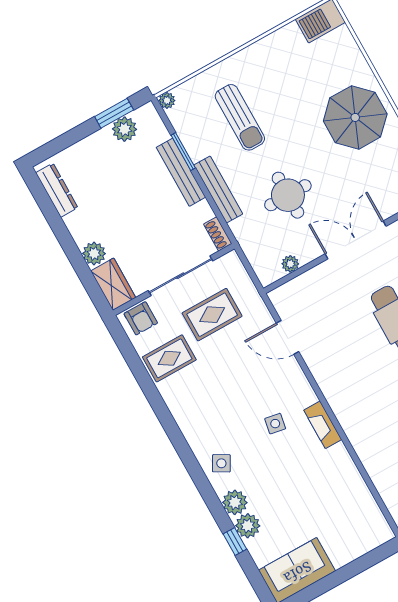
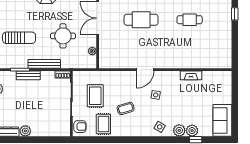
bench: (181, 172) -> (28, 75), width x0.73
plant: (94, 253) -> (25, 131), moved
wardrobe: (113, 284) -> (59, 130), removed
door: (287, 337) -> (145, 70), moved
coffee table: (220, 383) -> (126, 108), added
fireplace: (323, 425) -> (191, 75), moved

